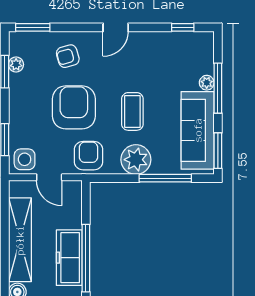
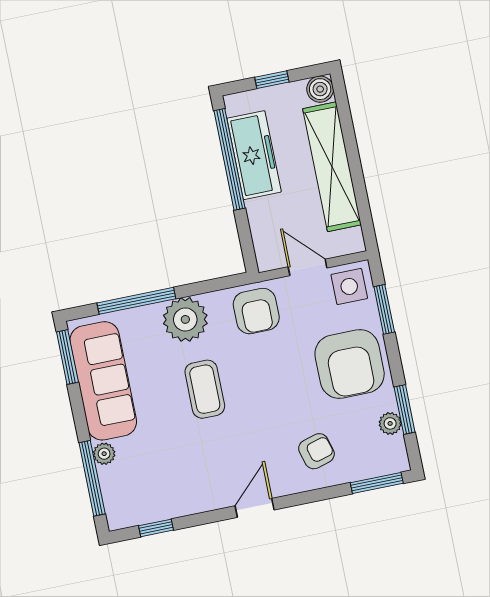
window: (218, 88) -> (92, 478), moved
armchair: (74, 107) -> (350, 364), moved

